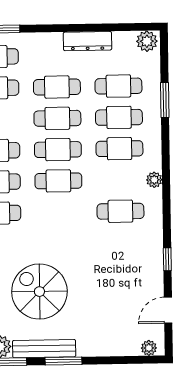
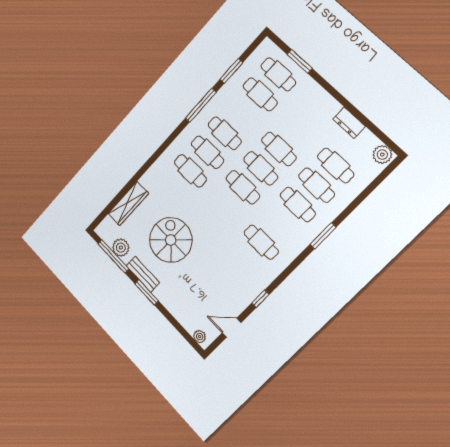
dresser: (87, 41) -> (349, 123), width x0.70
cafe table: (57, 87) -> (297, 129), removed
window: (165, 100) -> (323, 236), moved
plant: (154, 180) -> (300, 244), removed
bench: (44, 349) -> (143, 274), width x0.73

